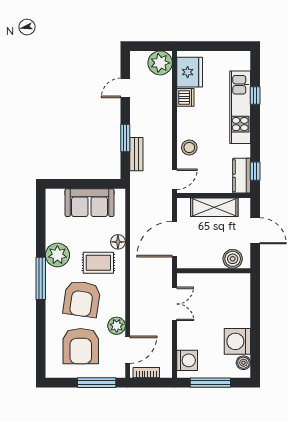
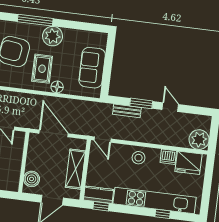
door: (125, 88) -> (170, 107), moved
kitchen unit: (240, 107) -> (155, 201), width x1.36
stool: (189, 148) -> (139, 158), moved

